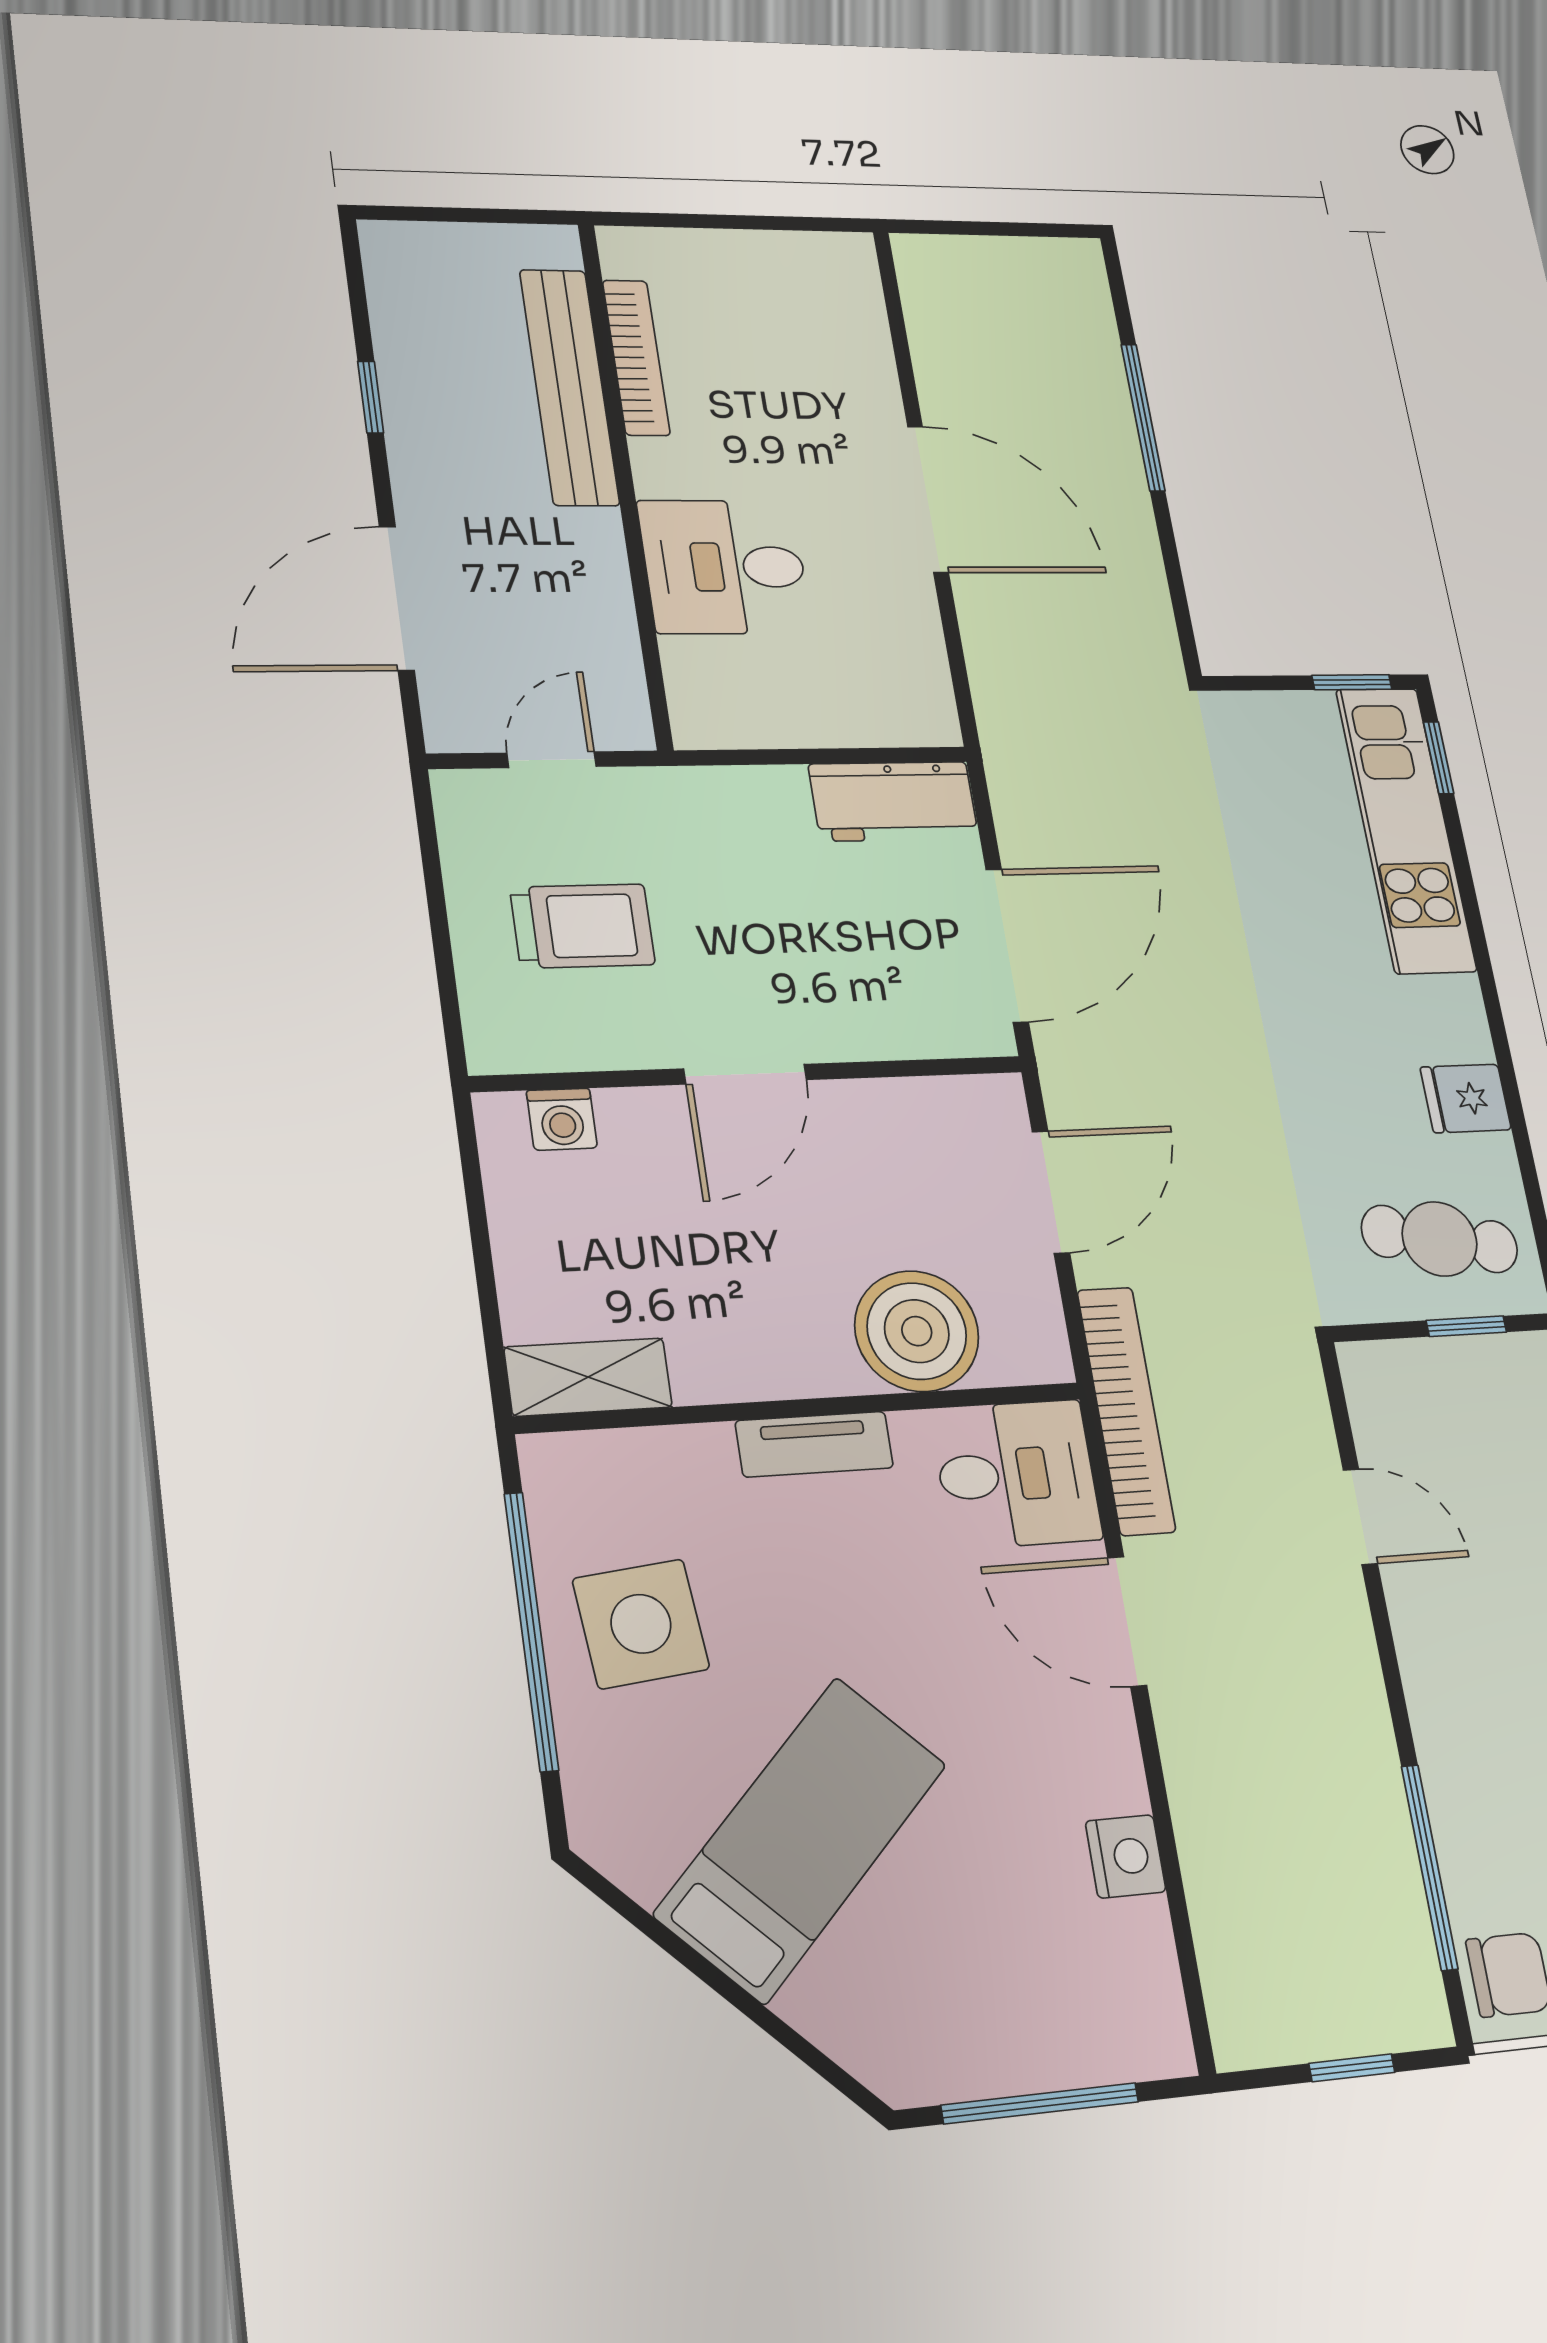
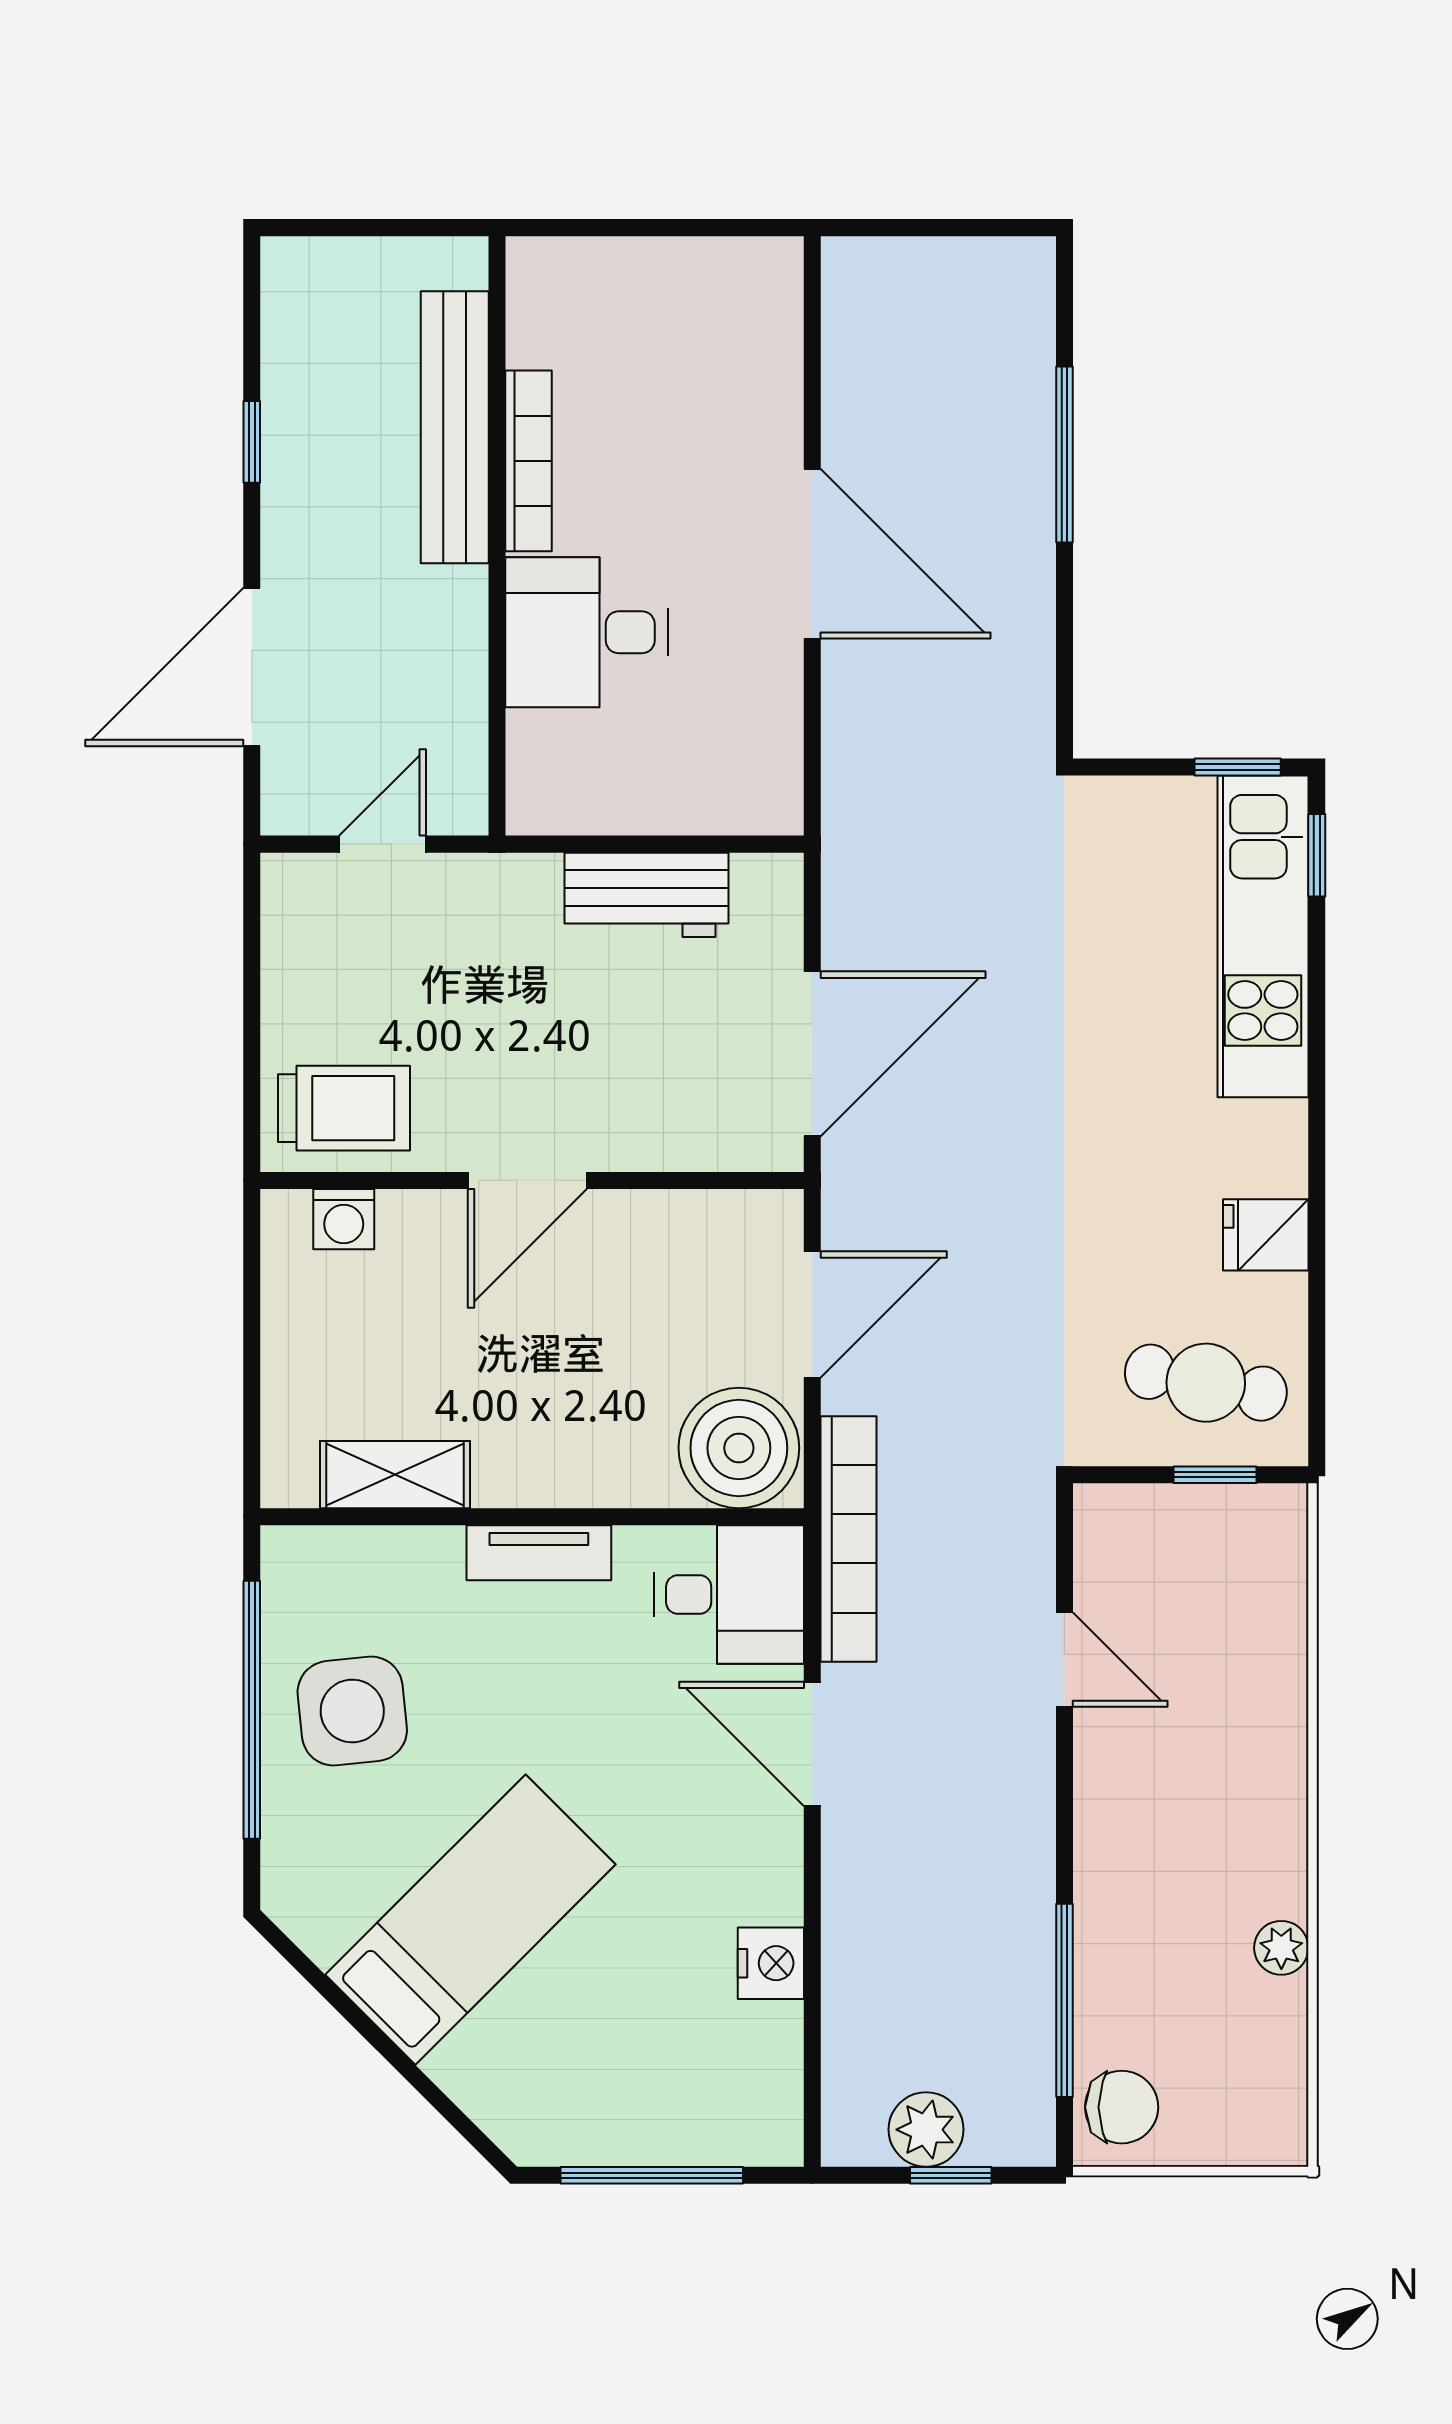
bookcase: (636, 358) -> (529, 461), moved
workbench: (894, 801) -> (647, 895), moved
trolley: (583, 926) -> (344, 1108), moved
boiler: (917, 1331) -> (739, 1448), moved
shelving: (588, 1377) -> (395, 1475), moved
plant: (1317, 2020) -> (926, 2130), added

